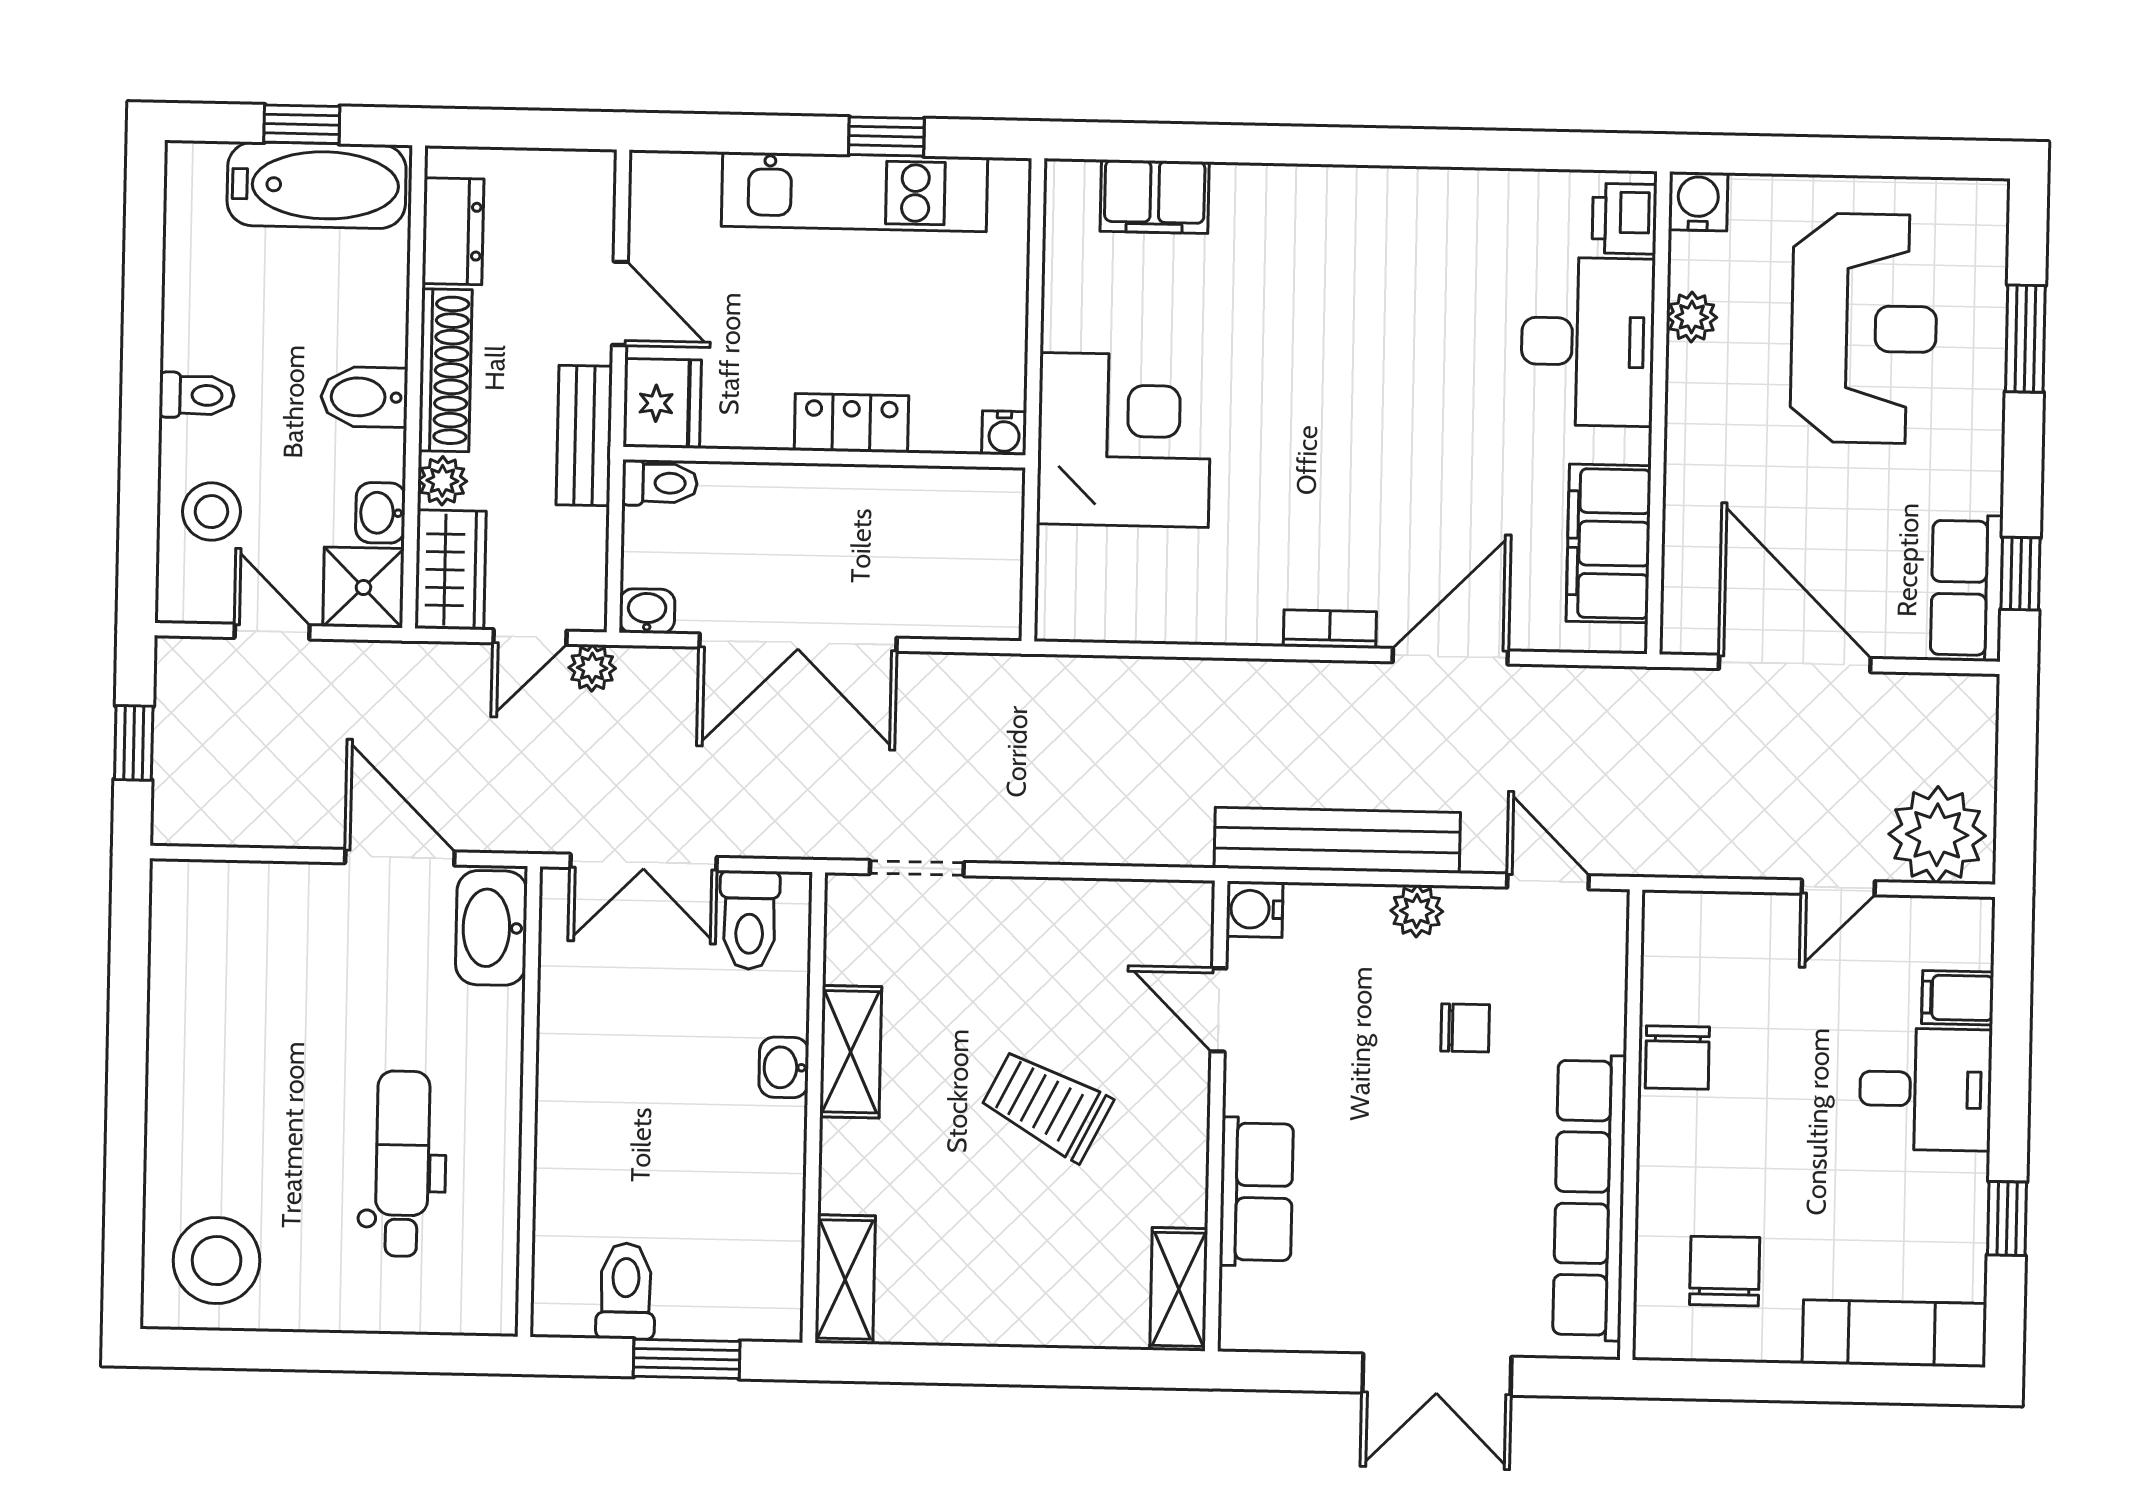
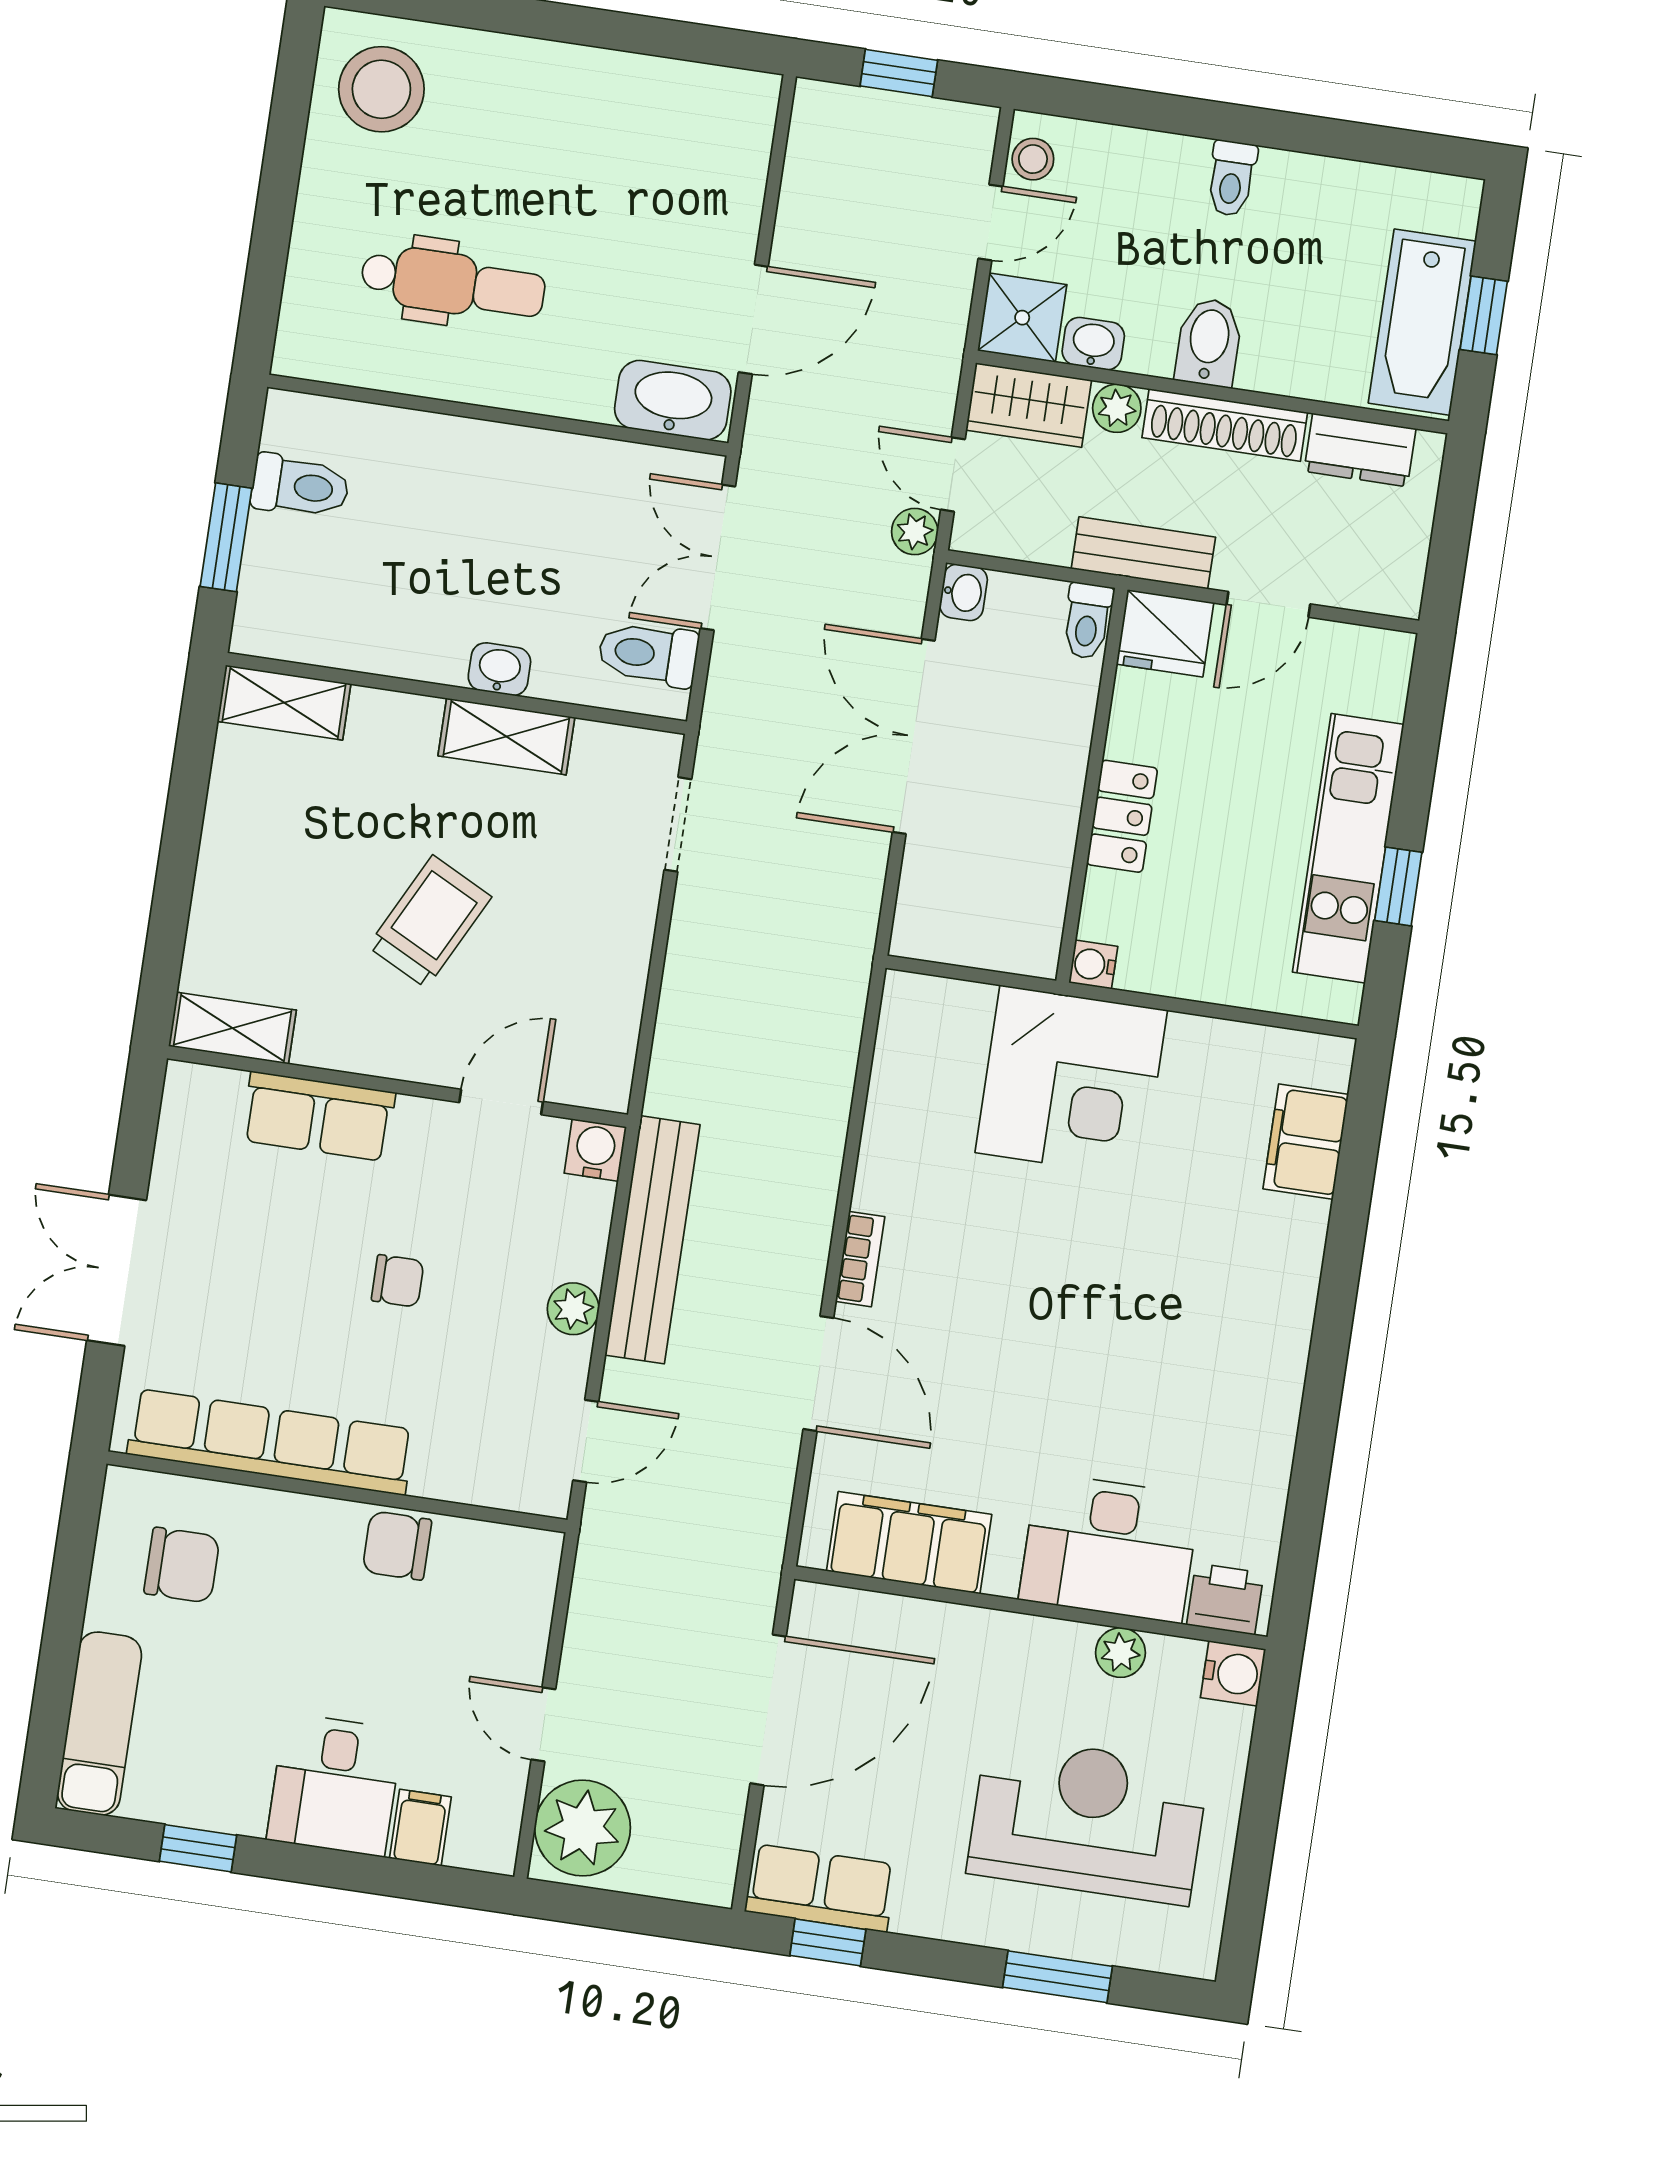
reception desk: (1864, 328) -> (1088, 1820), turned 180
stool: (211, 512) -> (1033, 159), moved, width x0.73, depth x0.73
chair: (1465, 1028) -> (398, 1281), moved, turned -90

